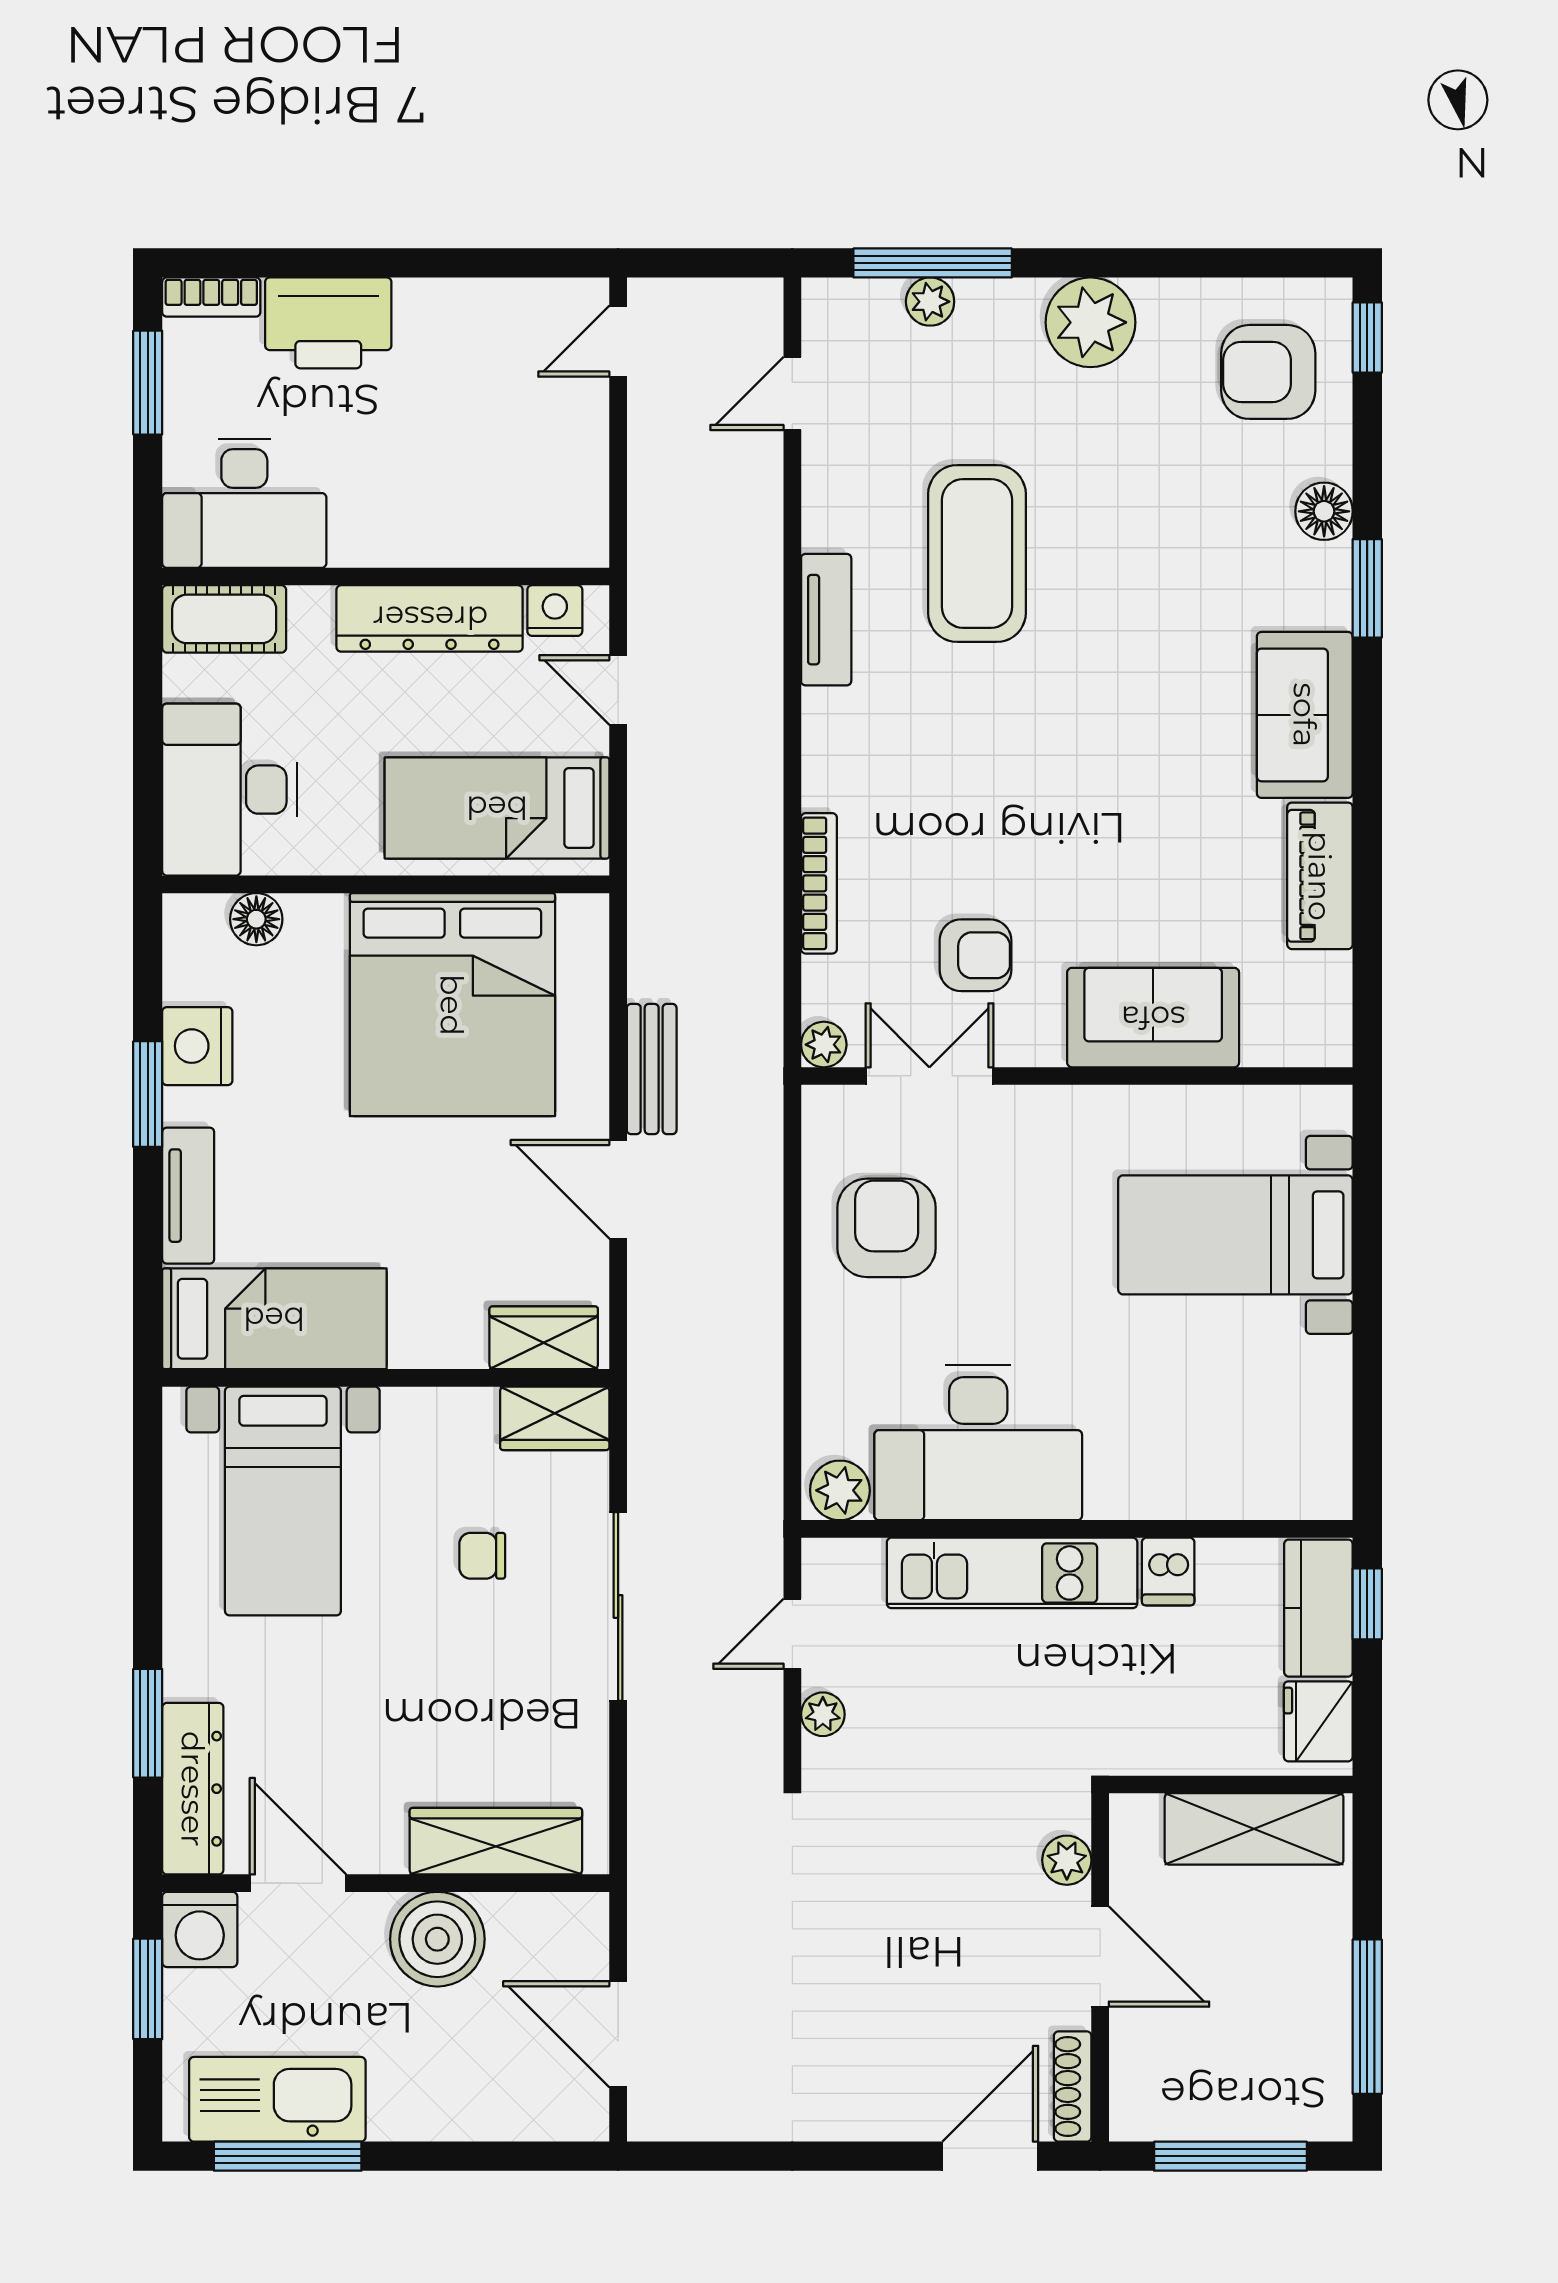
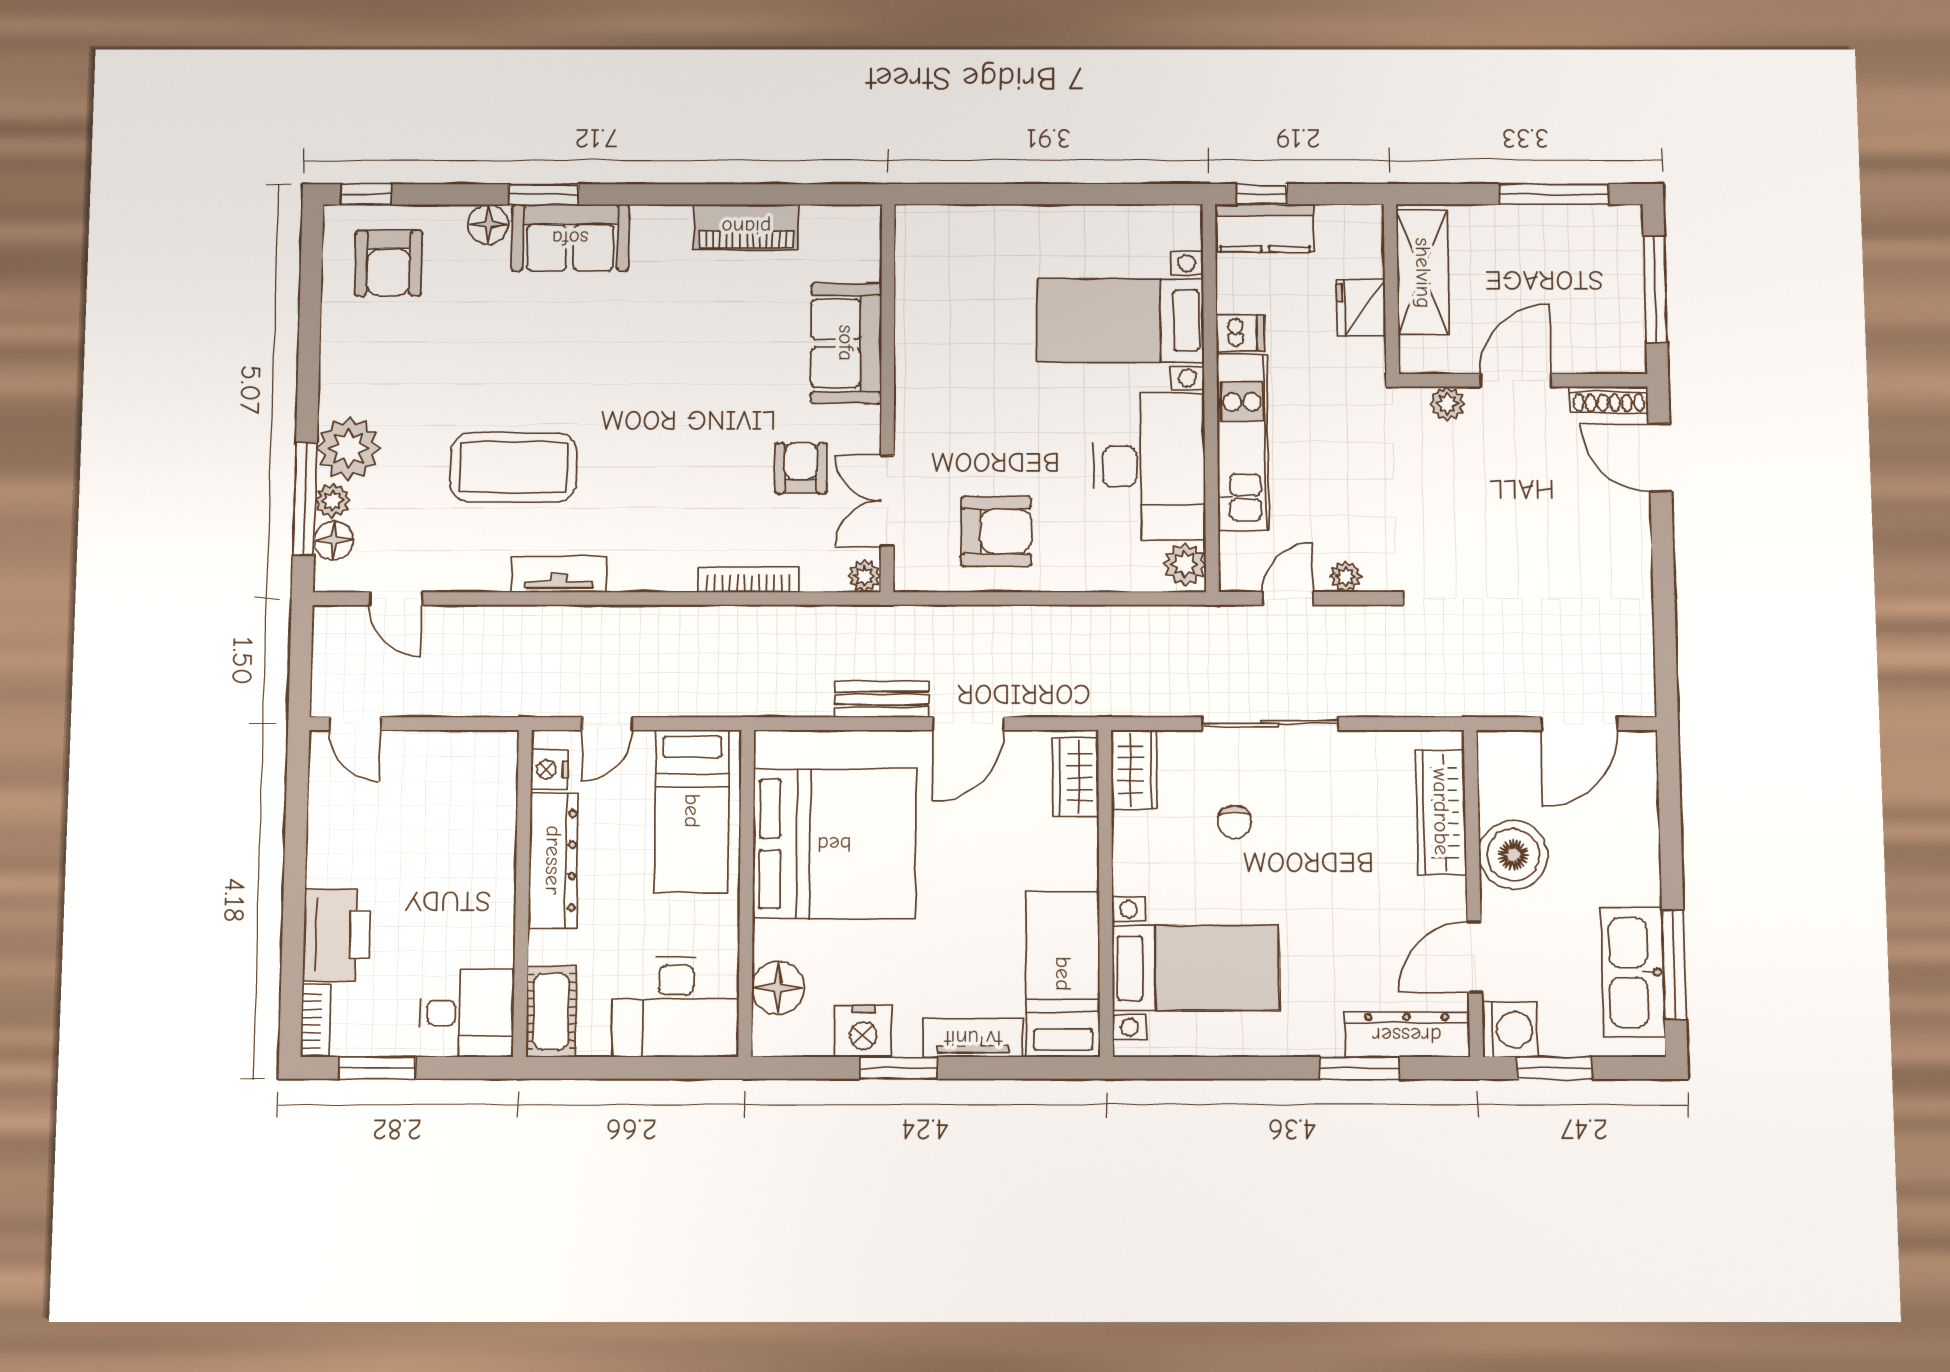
floor lamp: (874, 305) -> (334, 540), added
plant: (1090, 322) -> (349, 448), moved
desk: (244, 503) -> (467, 1013), width x0.73
sofa: (1305, 715) -> (570, 238), moved
floor lamp: (256, 919) -> (778, 988), width x1.38, depth x1.38
armchair: (887, 1228) -> (996, 531), turned 180
bed with nightstands: (1235, 1235) -> (1120, 320), moved, turned 90
door: (792, 1634) -> (1288, 598), swing flipped
fridge: (1318, 1721) -> (1361, 308), moved, turned 90

